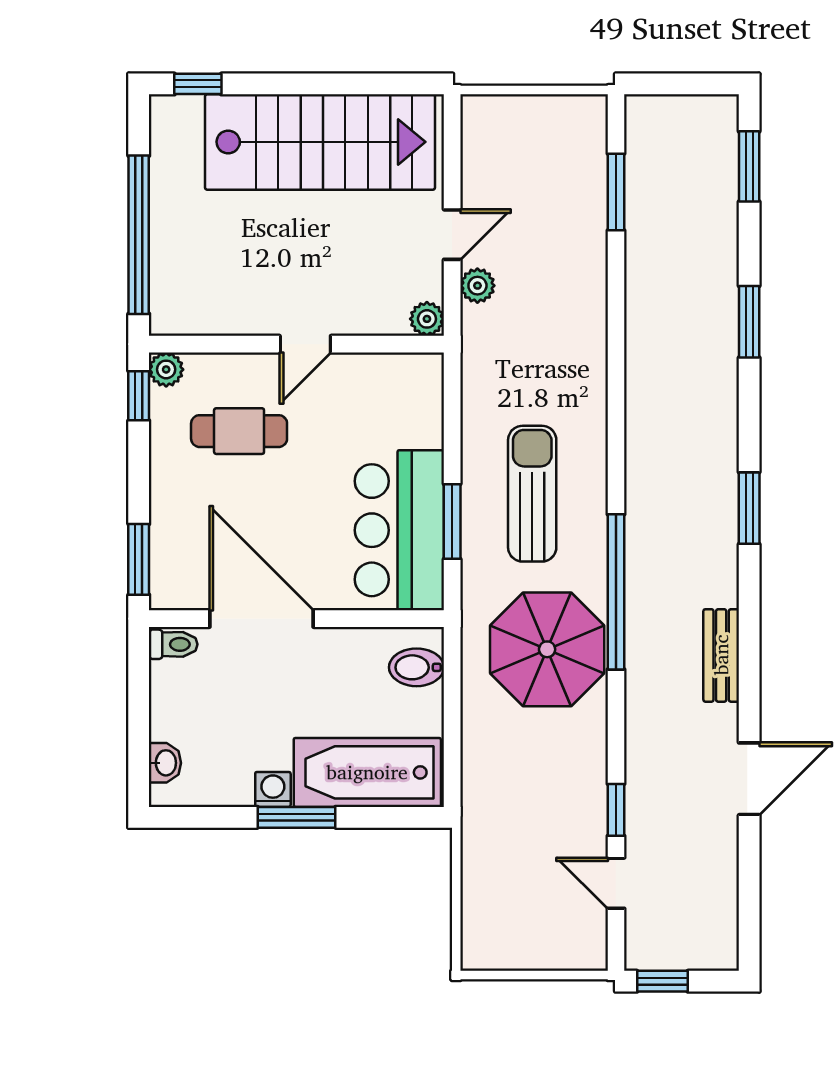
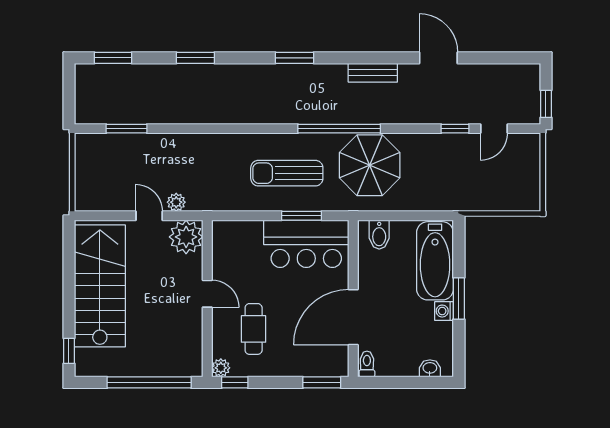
plant: (427, 319) -> (186, 237), width x1.88, depth x1.88

